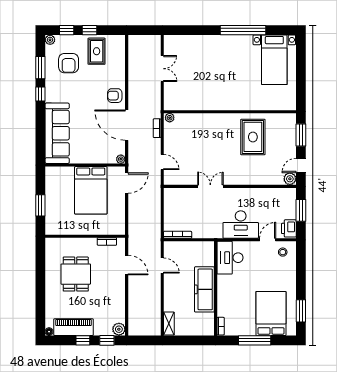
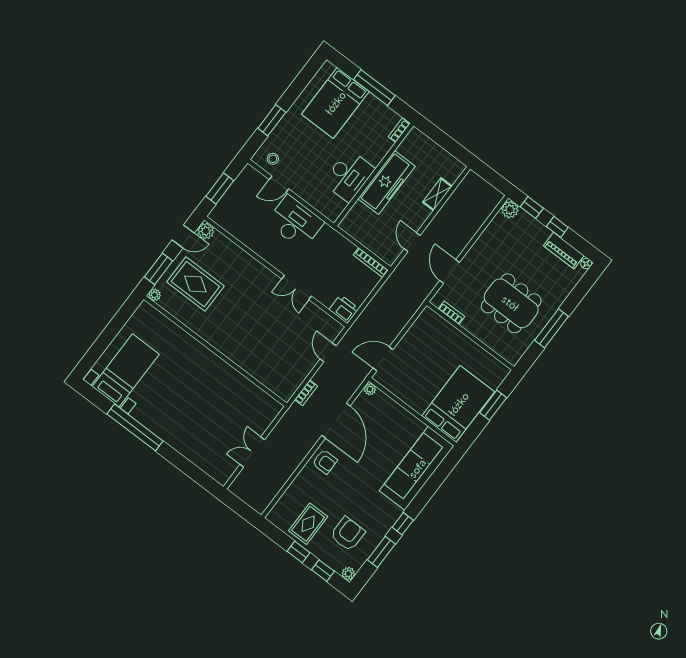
plant: (170, 118) -> (155, 295), moved
rug: (253, 137) -> (195, 284), moved, turned 90
bed: (91, 190) -> (458, 404), moved
printer: (289, 228) -> (344, 309), moved, turned -90
desk: (230, 258) -> (349, 176), moved
dining table: (76, 274) -> (511, 303), width x1.37
window: (40, 277) -> (552, 328), added
window: (301, 311) -> (272, 120), moved
shelving: (169, 324) -> (437, 194), moved
piano: (74, 327) -> (564, 251), width x0.73, depth x0.75

